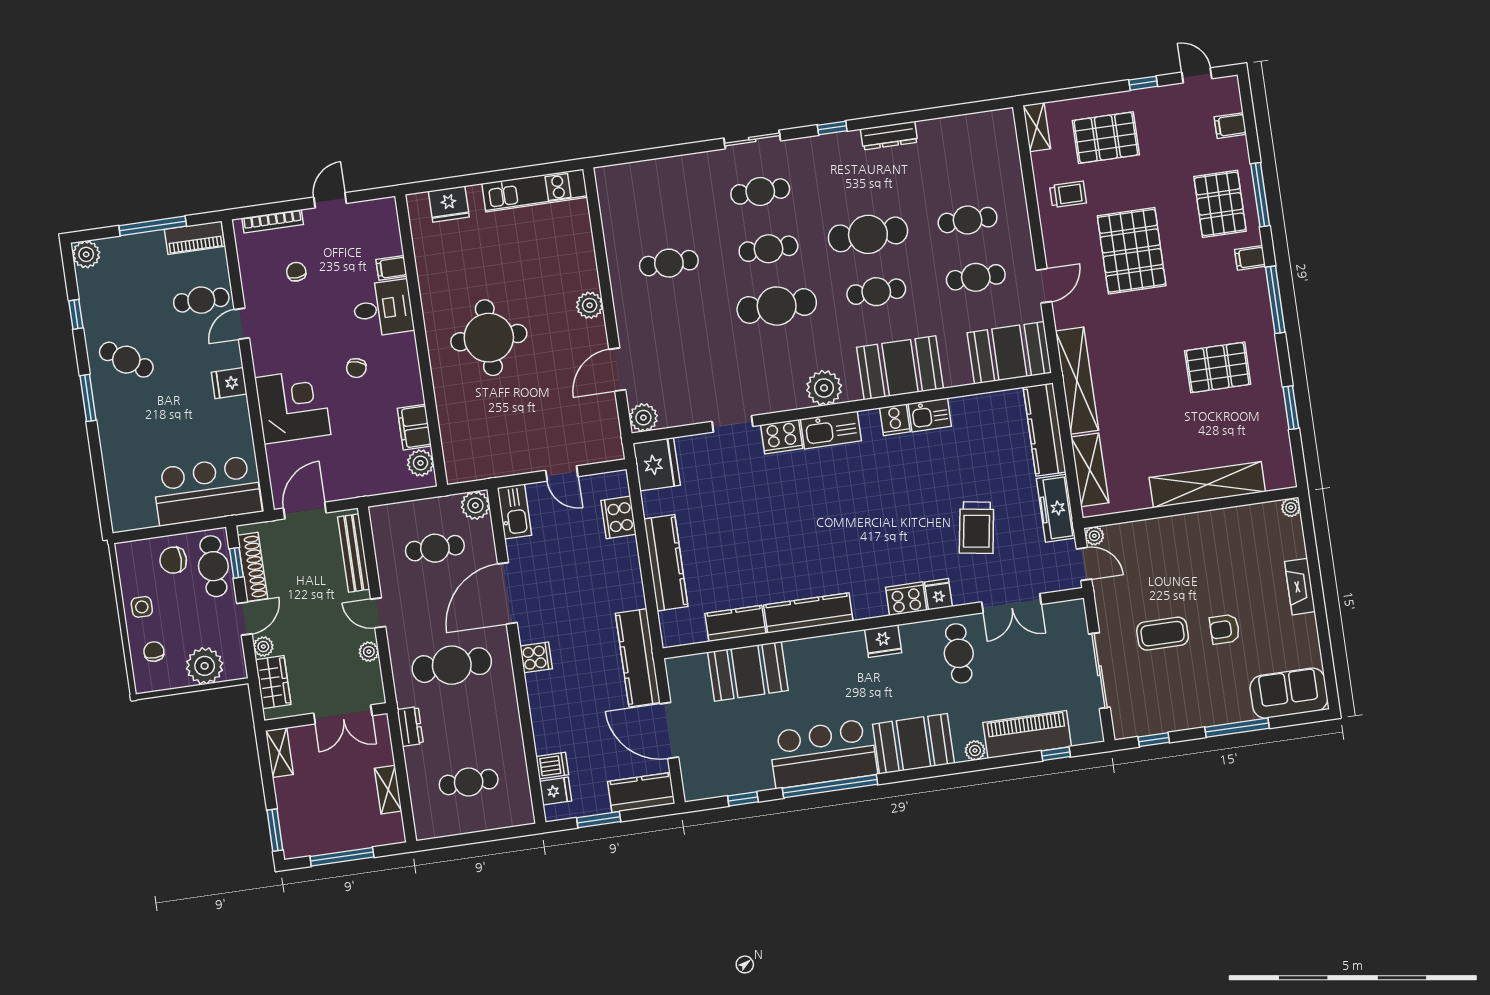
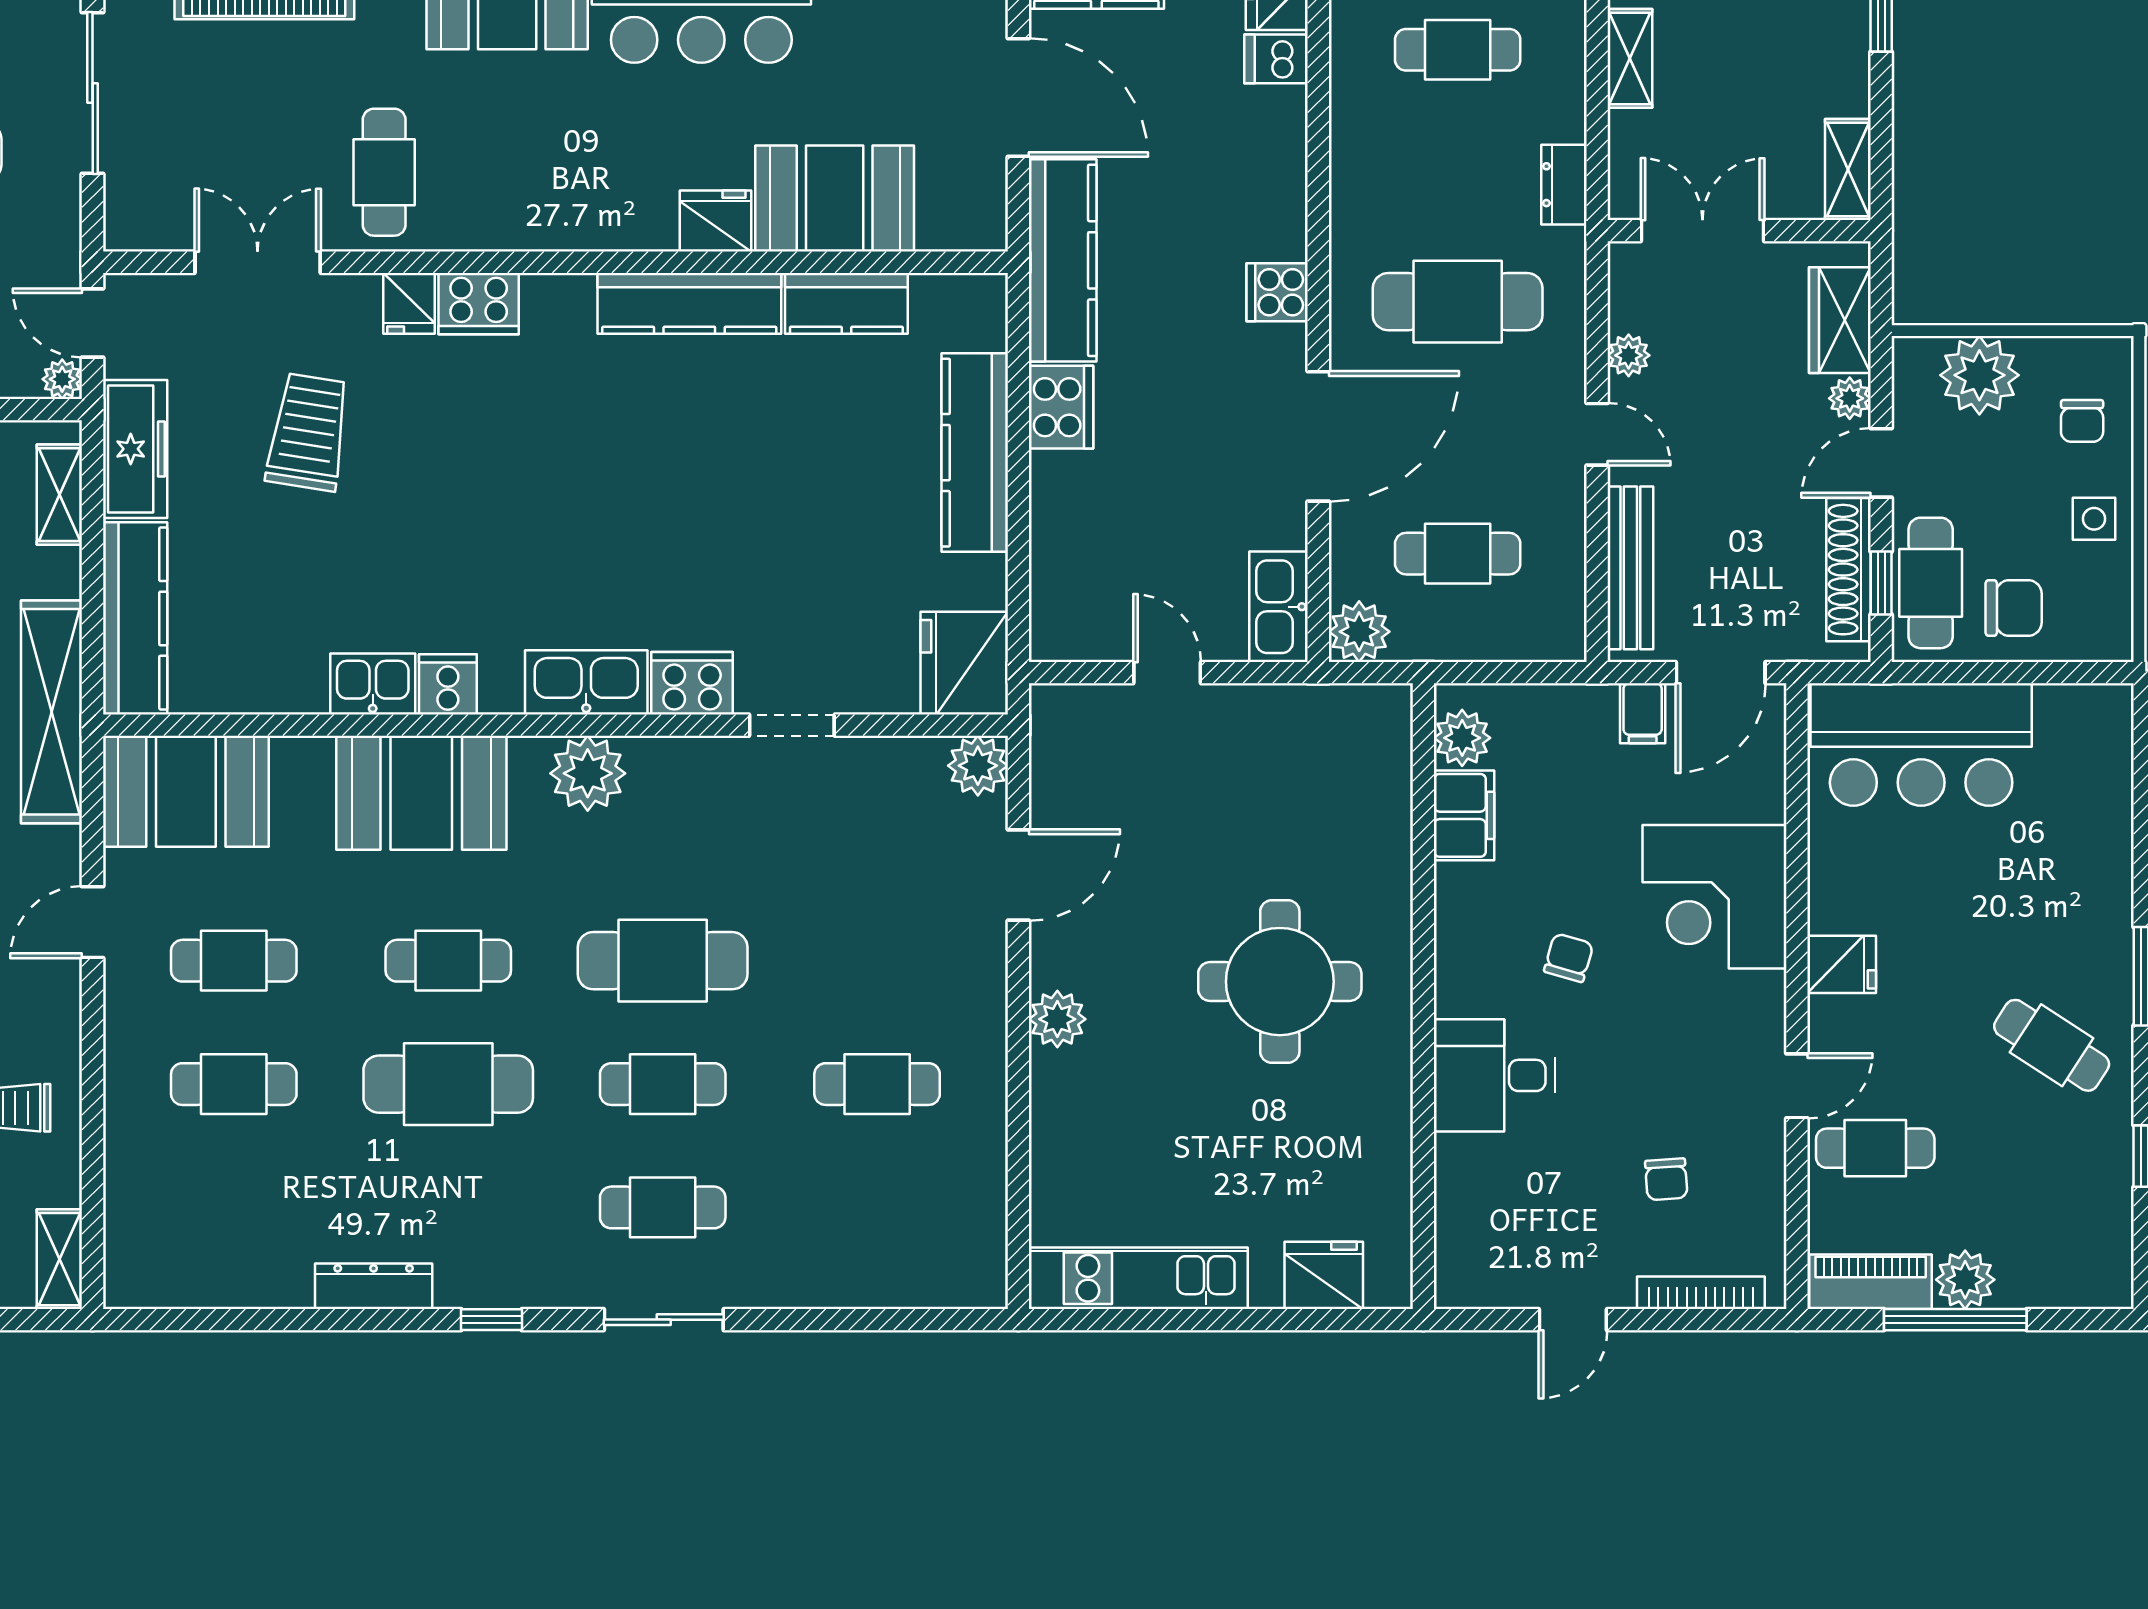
plant: (86, 254) -> (1965, 1280), moved
filing cabinet: (391, 268) -> (1643, 713), moved, turned 90
shelving: (1090, 470) -> (59, 495), width x0.67, depth x0.75
cooker: (618, 517) -> (1061, 407), moved
fridge: (883, 641) -> (716, 221), moved

